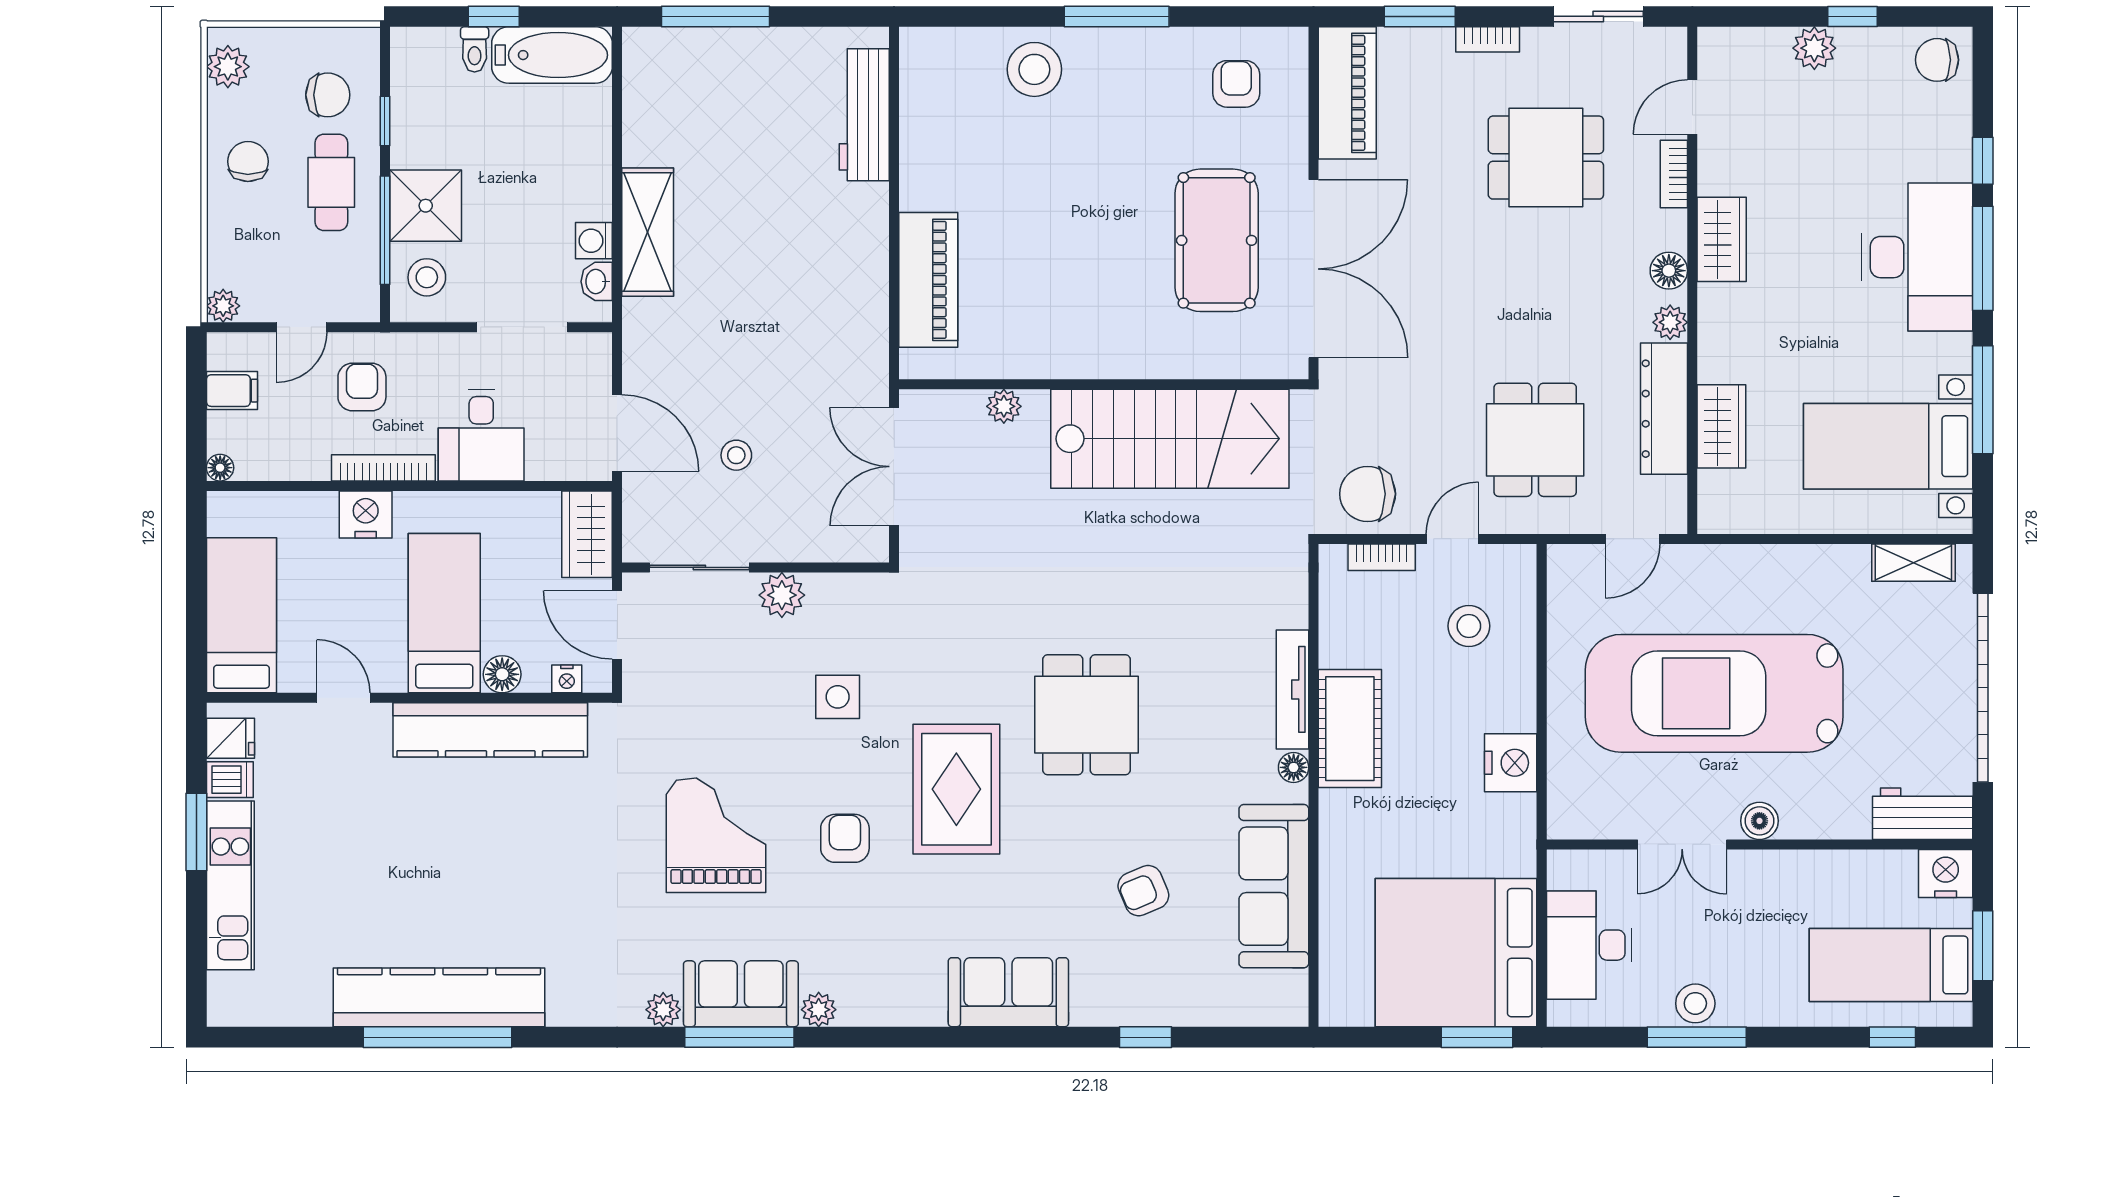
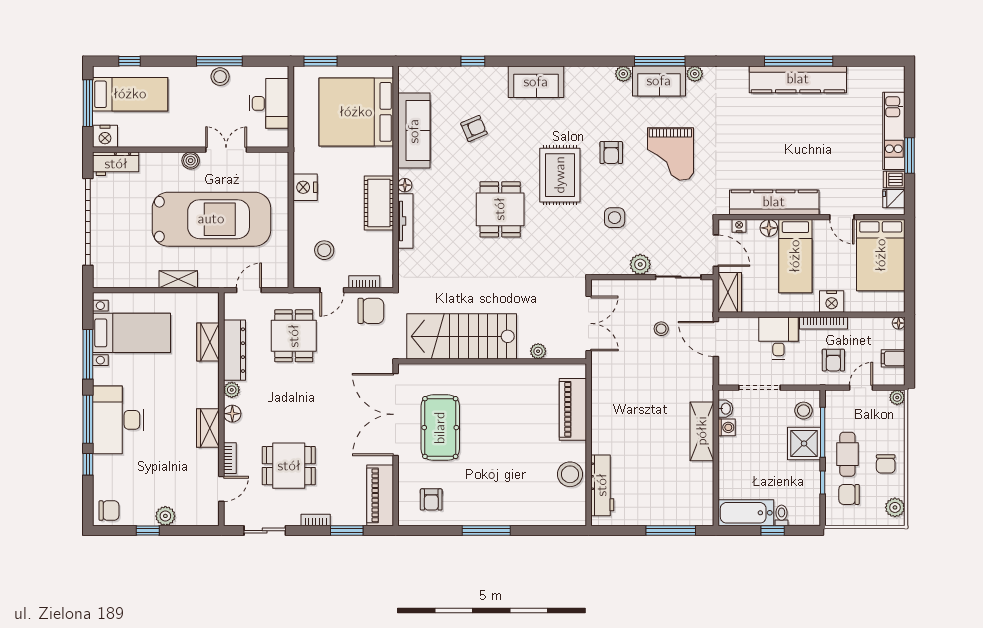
stool: (1034, 69) -> (570, 474), moved
shelving: (1913, 563) -> (178, 279), moved
bed: (241, 615) -> (881, 255), width x1.50
window: (1983, 946) -> (88, 103), width x1.44
bed: (1456, 953) -> (356, 112), moved, turned 180

